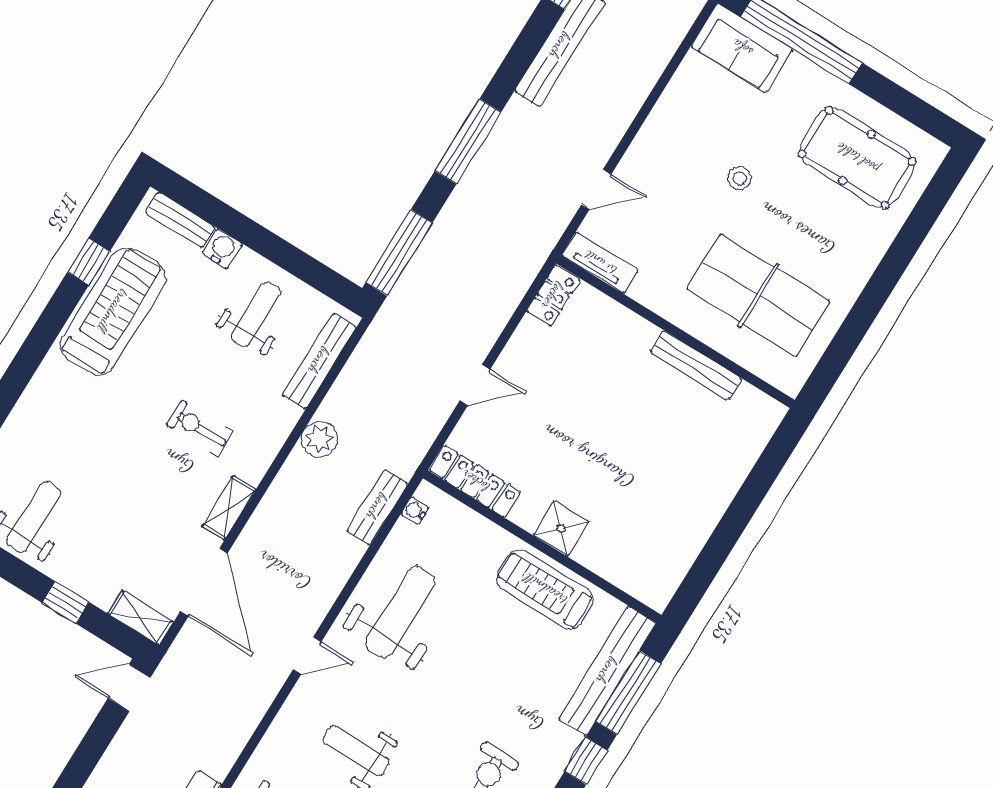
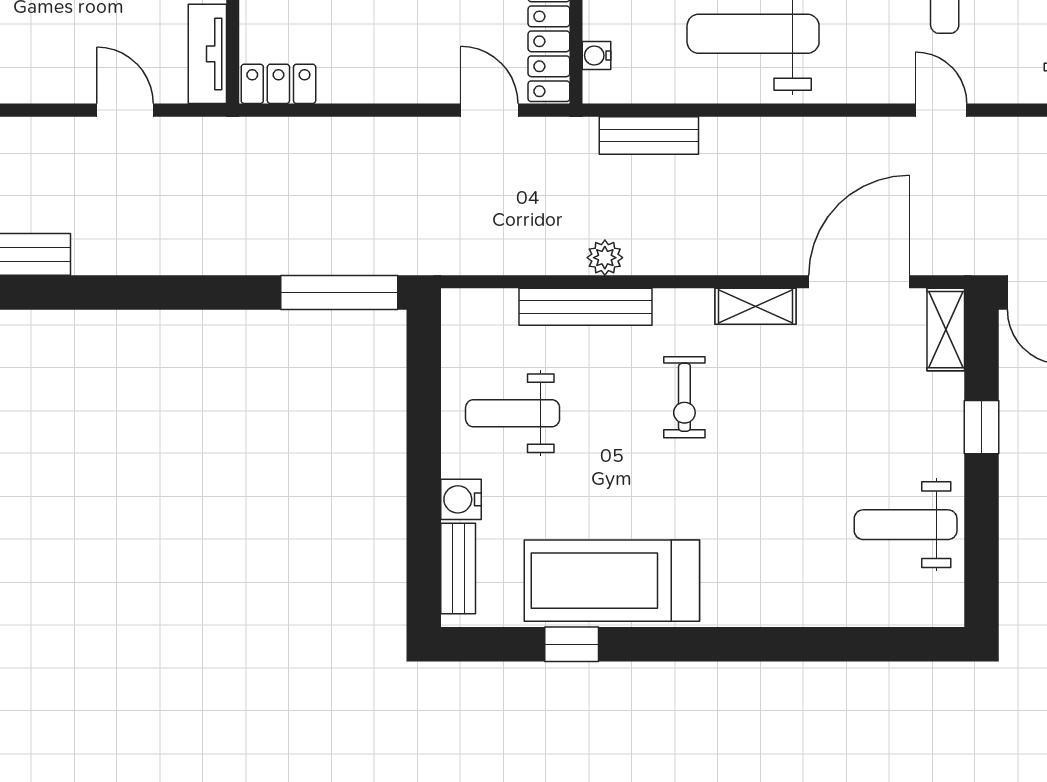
window: (468, 141) -> (162, 293), removed
bench: (319, 361) -> (585, 307), moved
door: (475, 385) -> (489, 110), moved
plant: (319, 439) -> (605, 258), width x0.73, depth x0.73
water cooler: (415, 511) -> (596, 56), moved, turned 90
door: (307, 656) -> (941, 110), moved

